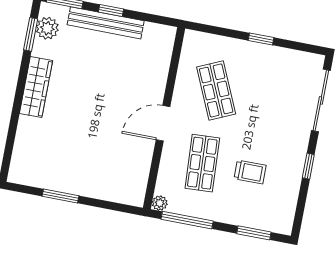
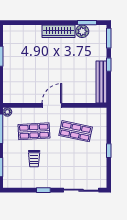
bench: (106, 23) -> (101, 82), moved
plant: (47, 28) -> (82, 31), moved
shop shelf: (216, 90) -> (76, 131), turned 36
door: (163, 123) -> (52, 105), hinge flipped

